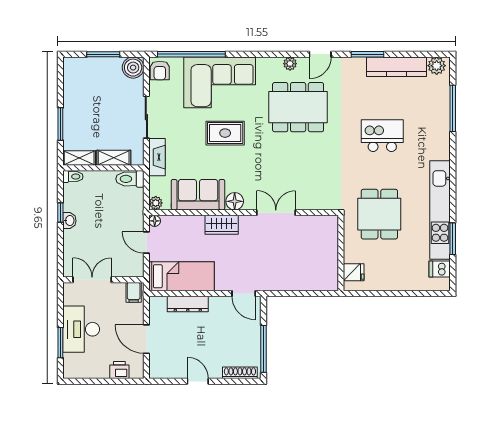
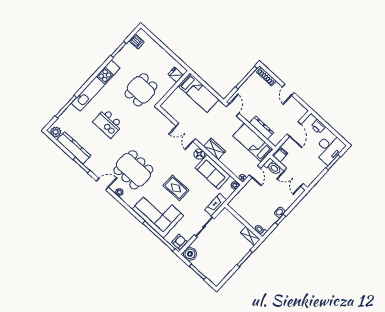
shelving: (114, 158) -> (235, 222), removed
toilet: (130, 179) -> (273, 167), moved
kitchen unit: (440, 210) -> (96, 86), moved
bed: (305, 276) -> (199, 93), added
desk: (81, 329) -> (329, 148), moved

